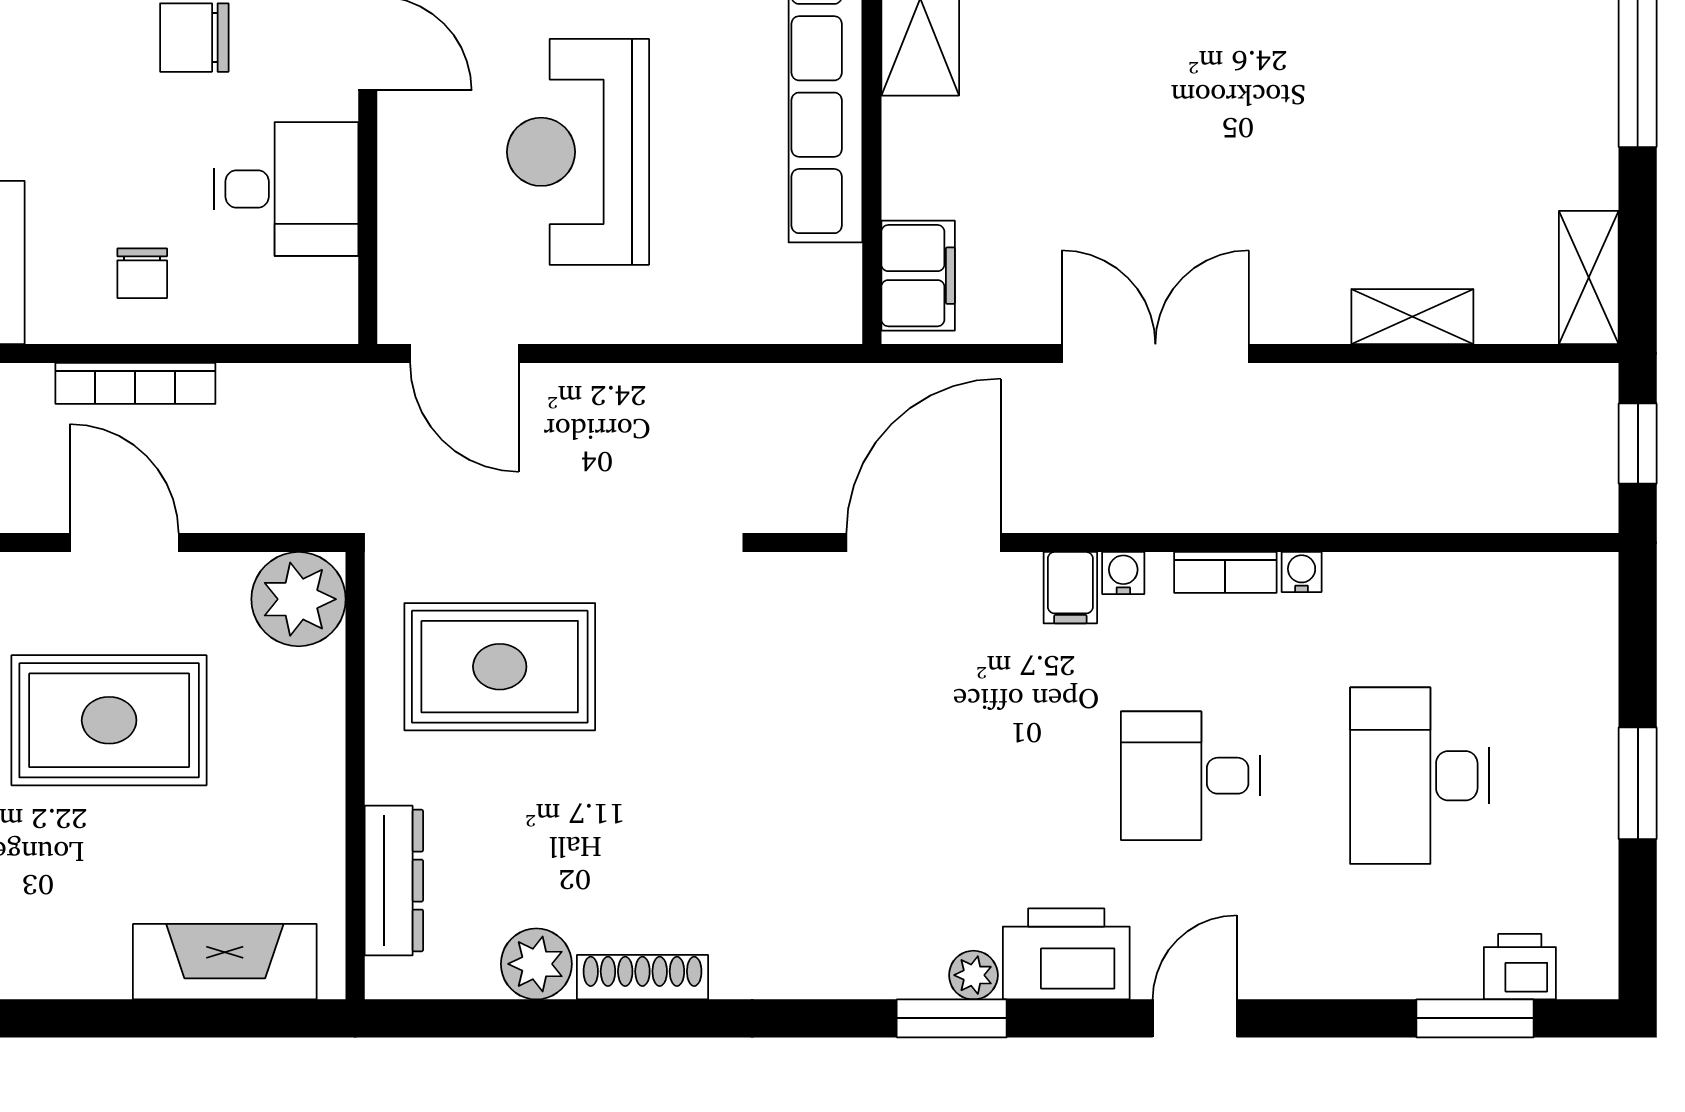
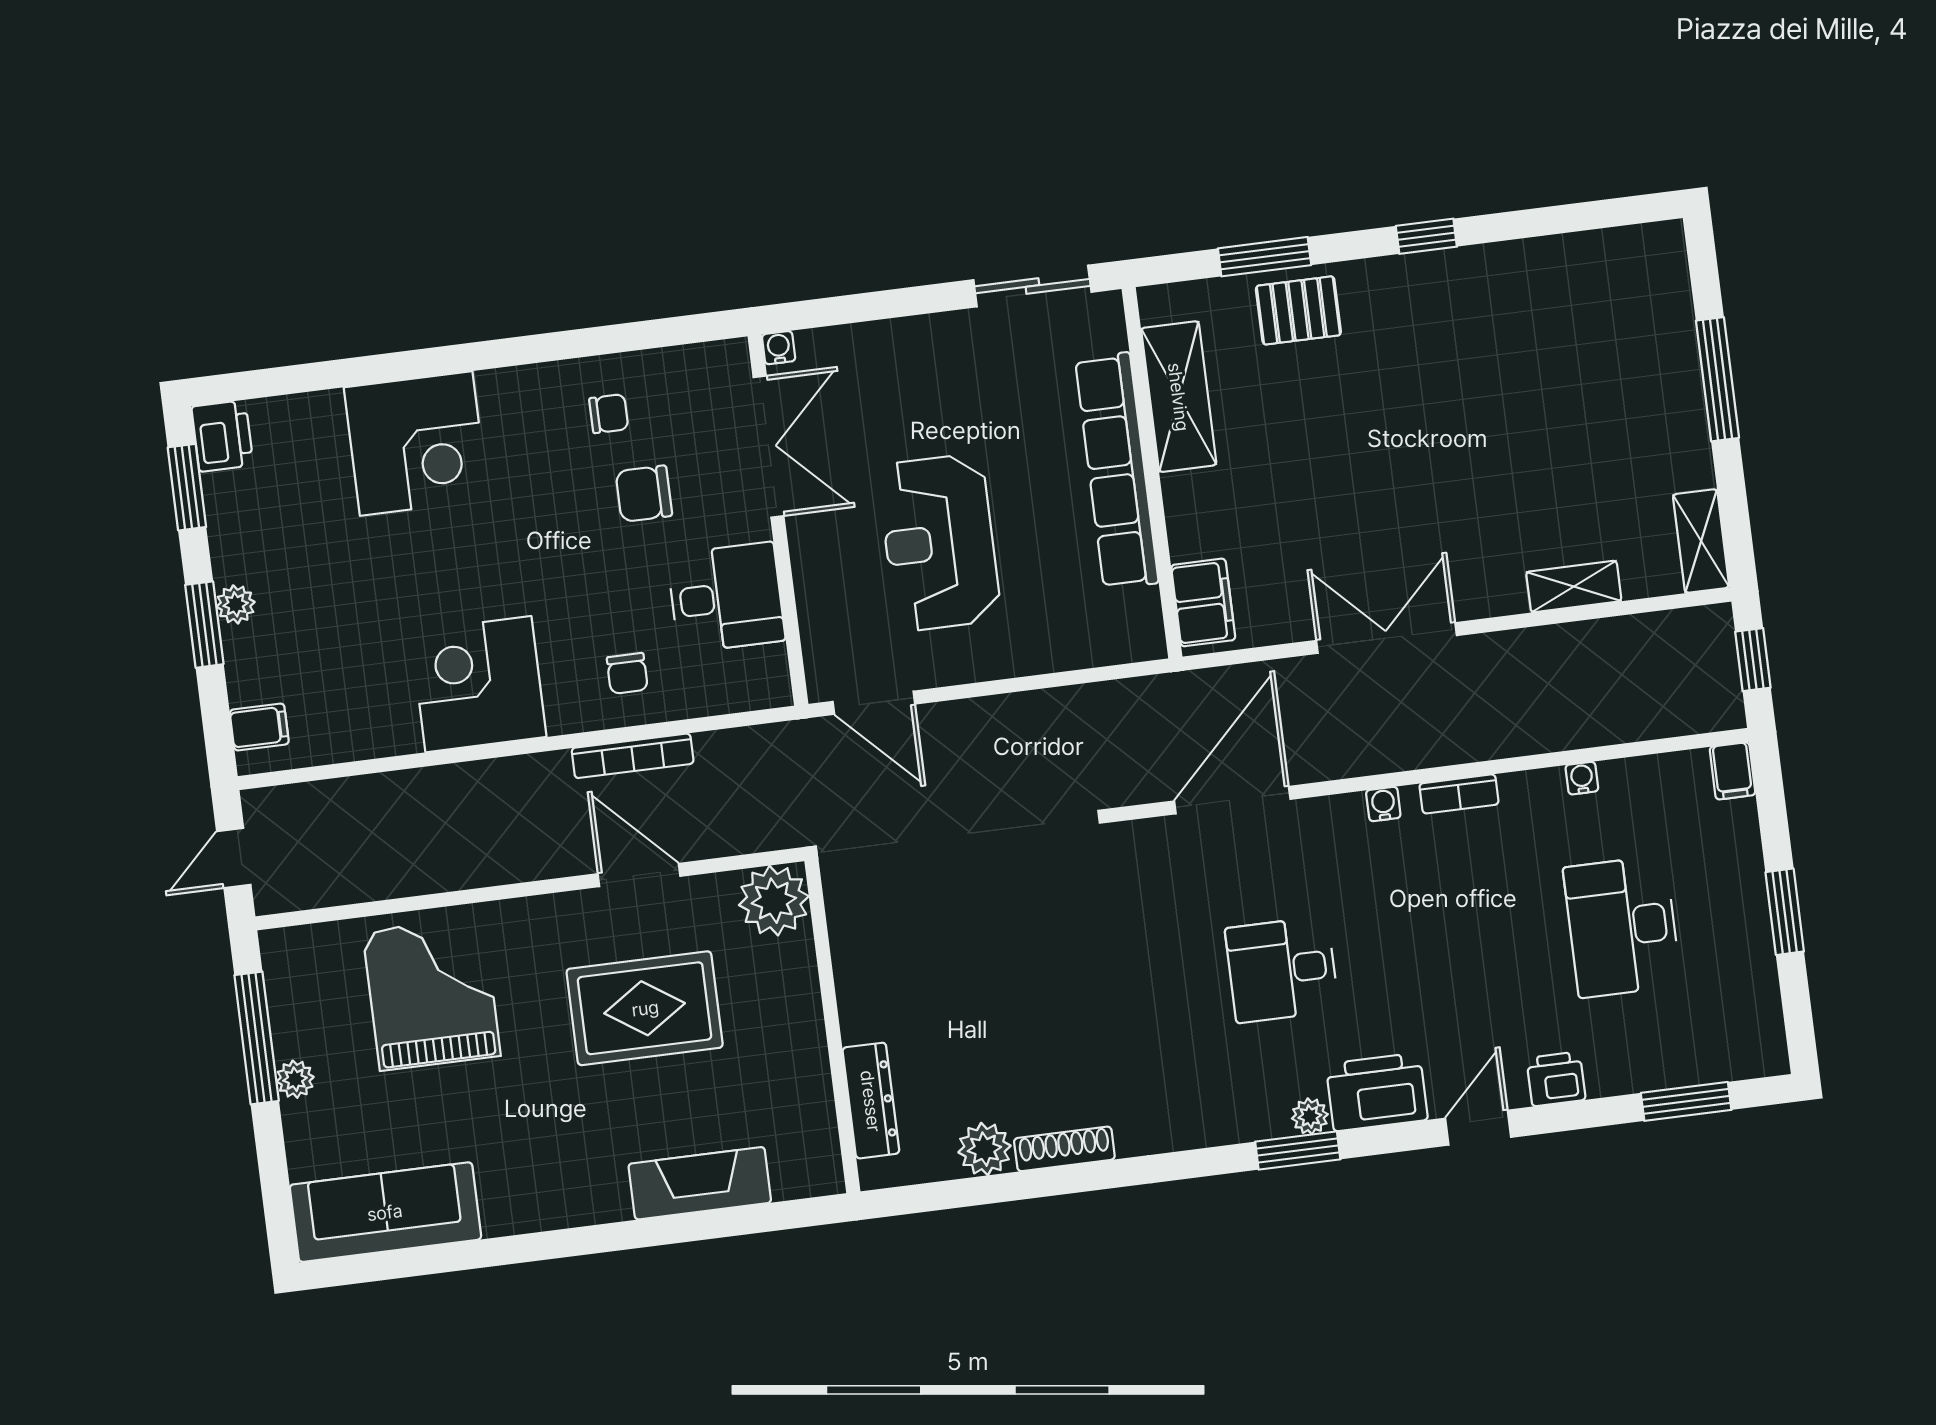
water cooler: (1302, 572) -> (1582, 778), moved
filing cabinet: (1070, 588) -> (1732, 771), moved
rug: (500, 667) -> (929, 932), removed
desk: (1190, 776) -> (1282, 970), moved
fireplace: (225, 962) -> (700, 1183), moved
printer: (1520, 967) -> (1556, 1079), moved

